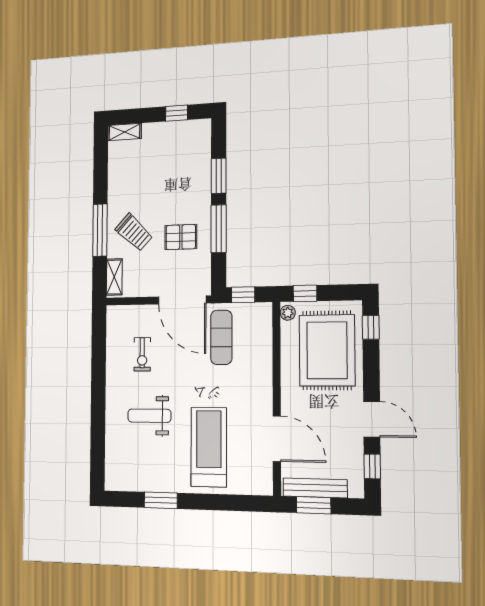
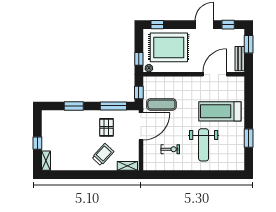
window: (177, 113) -> (37, 143), moved
window: (219, 229) -> (113, 106), moved
window: (100, 230) -> (101, 175), removed
weight bench: (149, 416) -> (204, 145), width x1.36, depth x1.33
bench: (315, 488) -> (240, 59), width x0.73
window: (314, 505) -> (249, 44), moved

